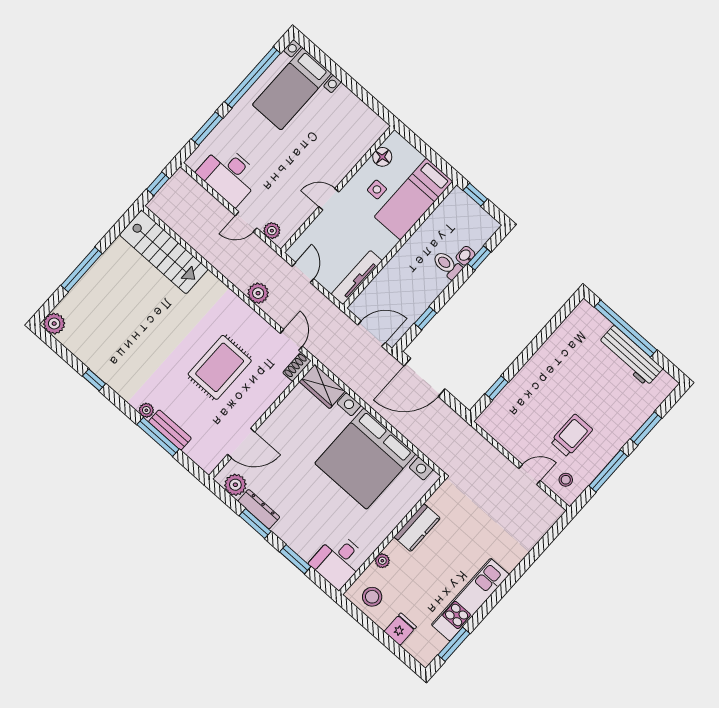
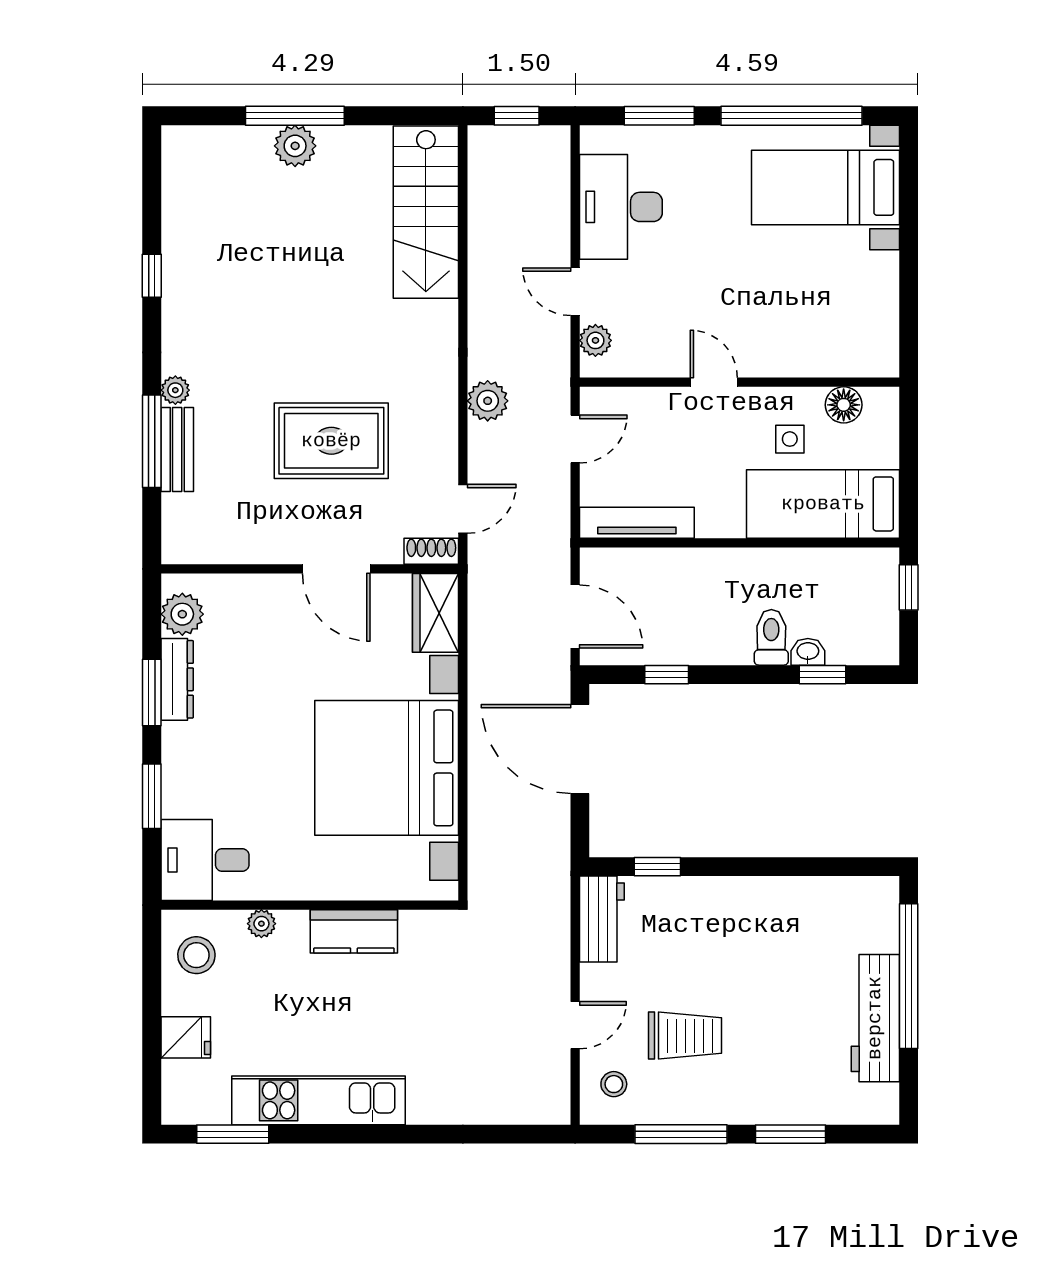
plant: (54, 324) -> (295, 146), moved
workbench: (498, 428) -> (602, 919), added
door: (241, 443) -> (336, 569), moved
door: (530, 474) -> (575, 1025), hinge flipped

